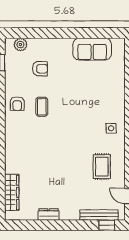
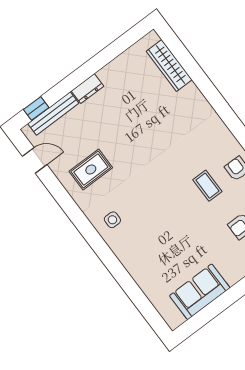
rug: (102, 167) -> (91, 169), turned 90
dresser: (49, 214) -> (87, 89), moved

